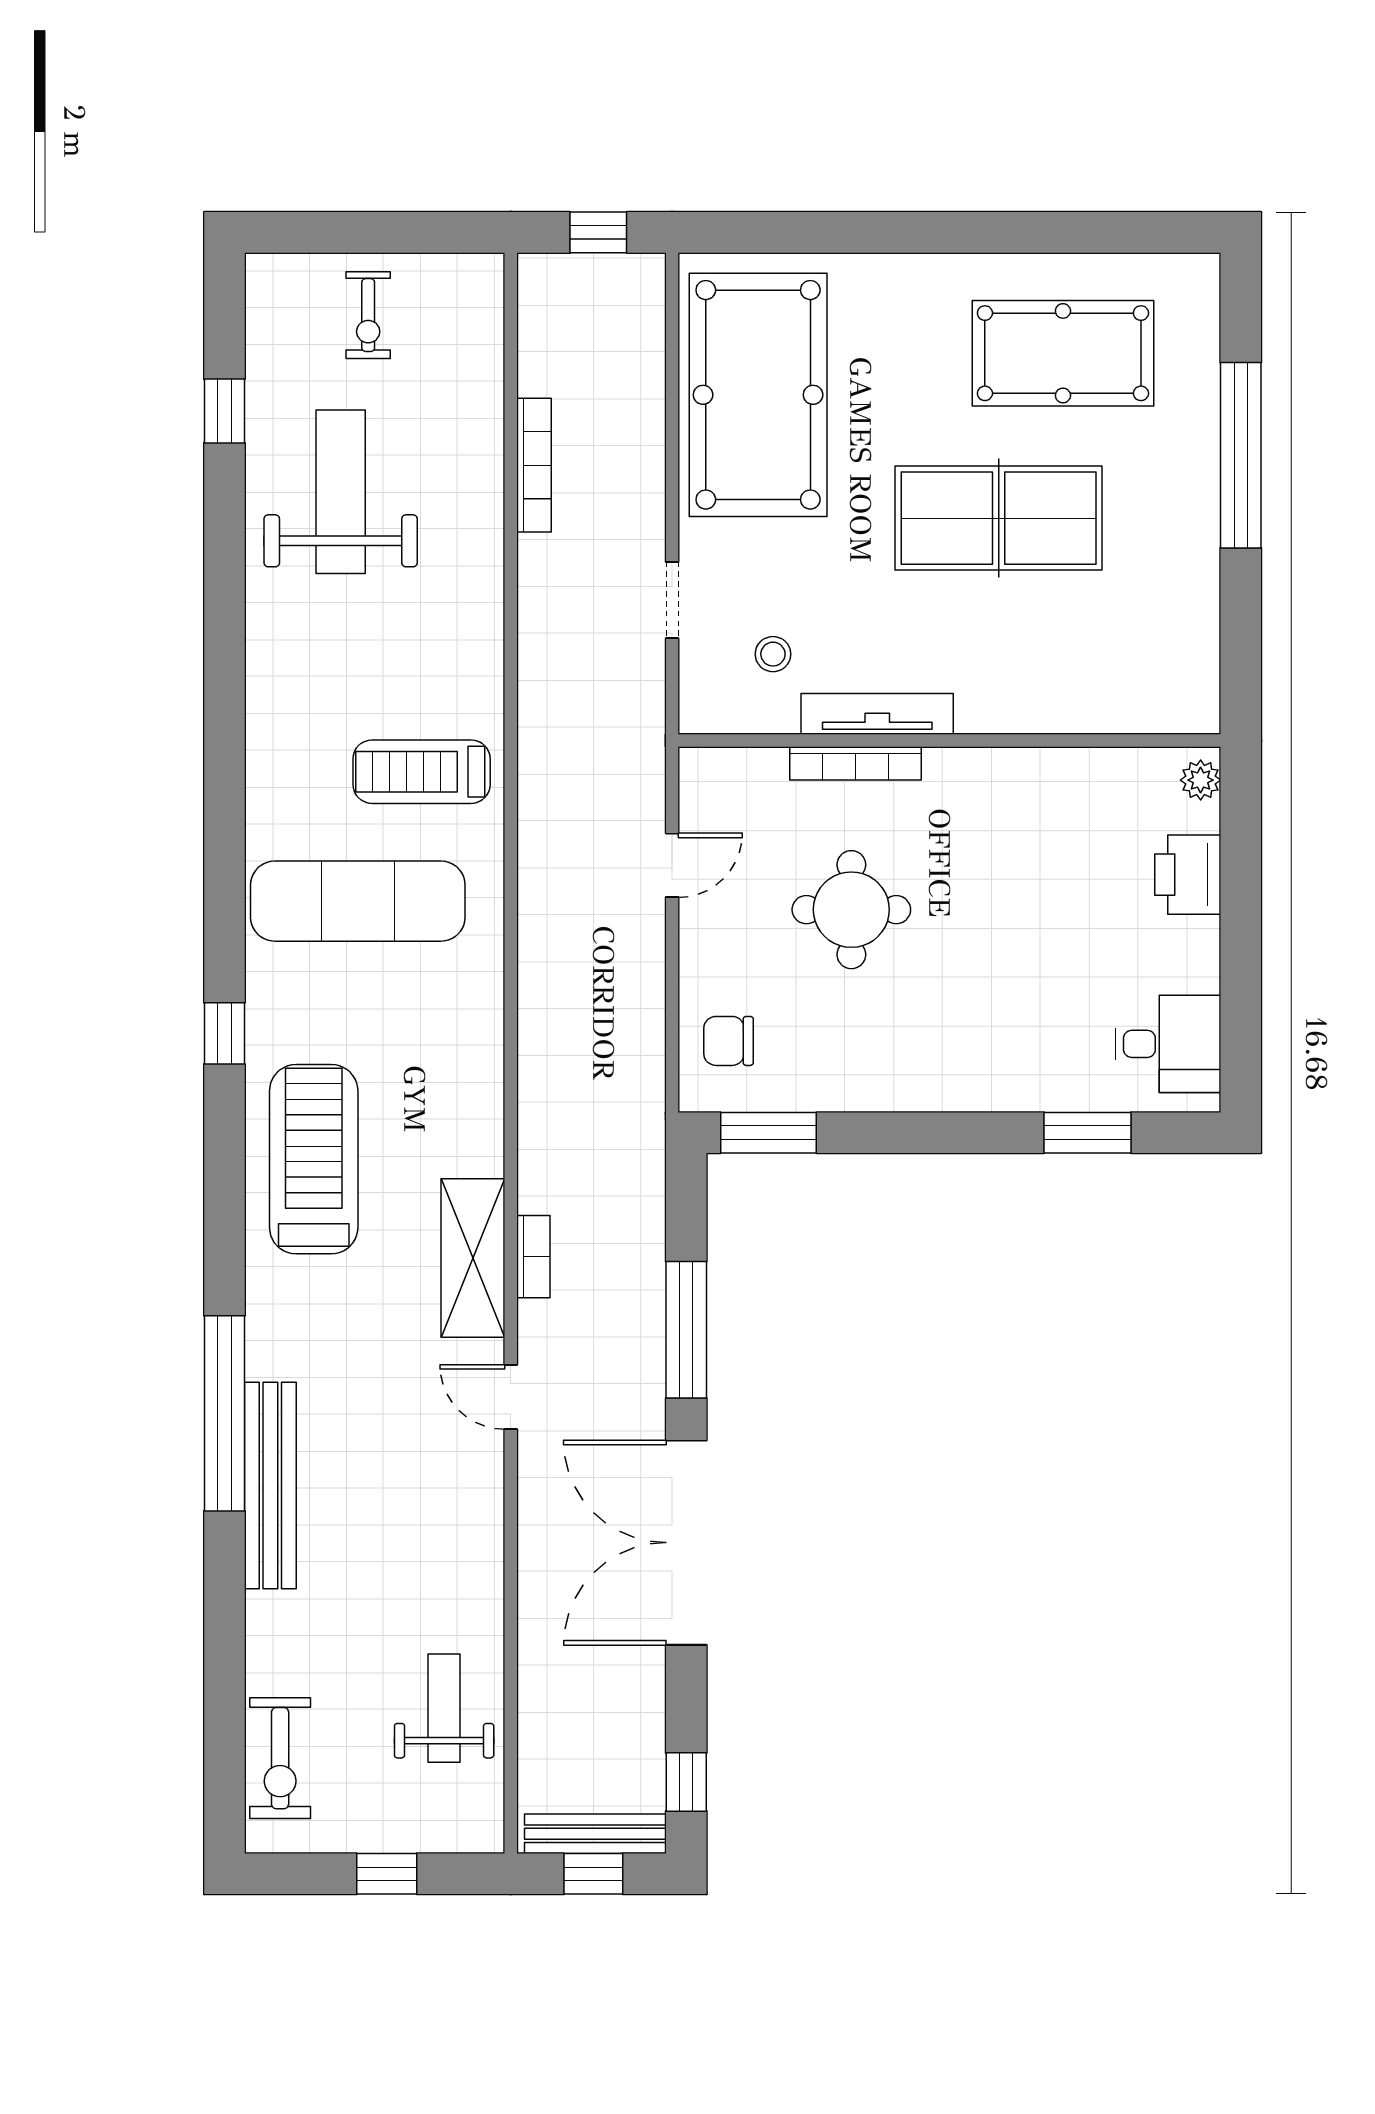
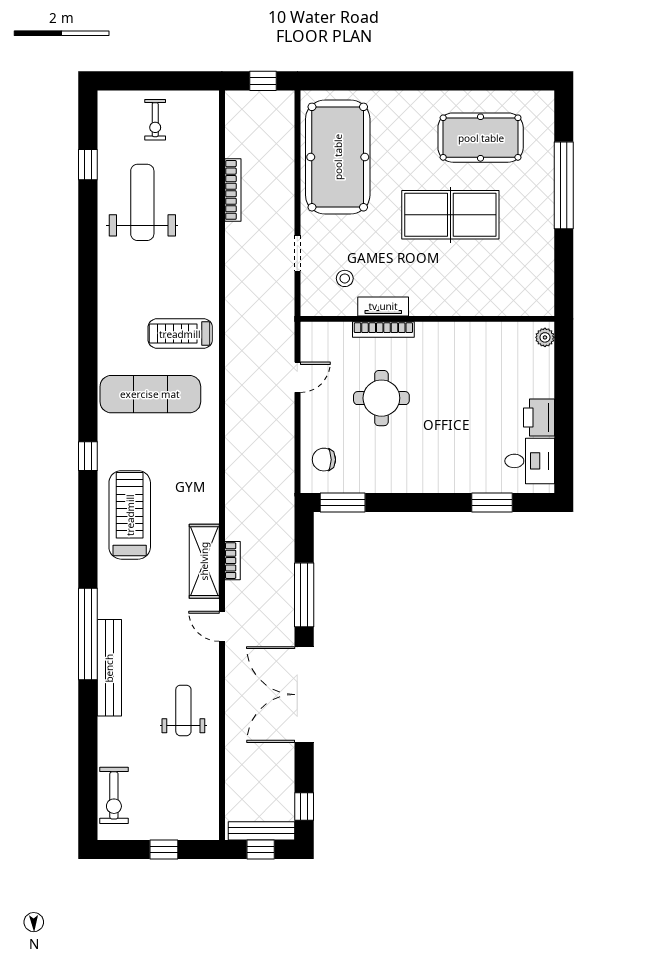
tv unit: (877, 714) -> (383, 306), width x0.71
printer: (1188, 875) -> (539, 418), moved
weight bench: (444, 1708) -> (183, 710), moved

